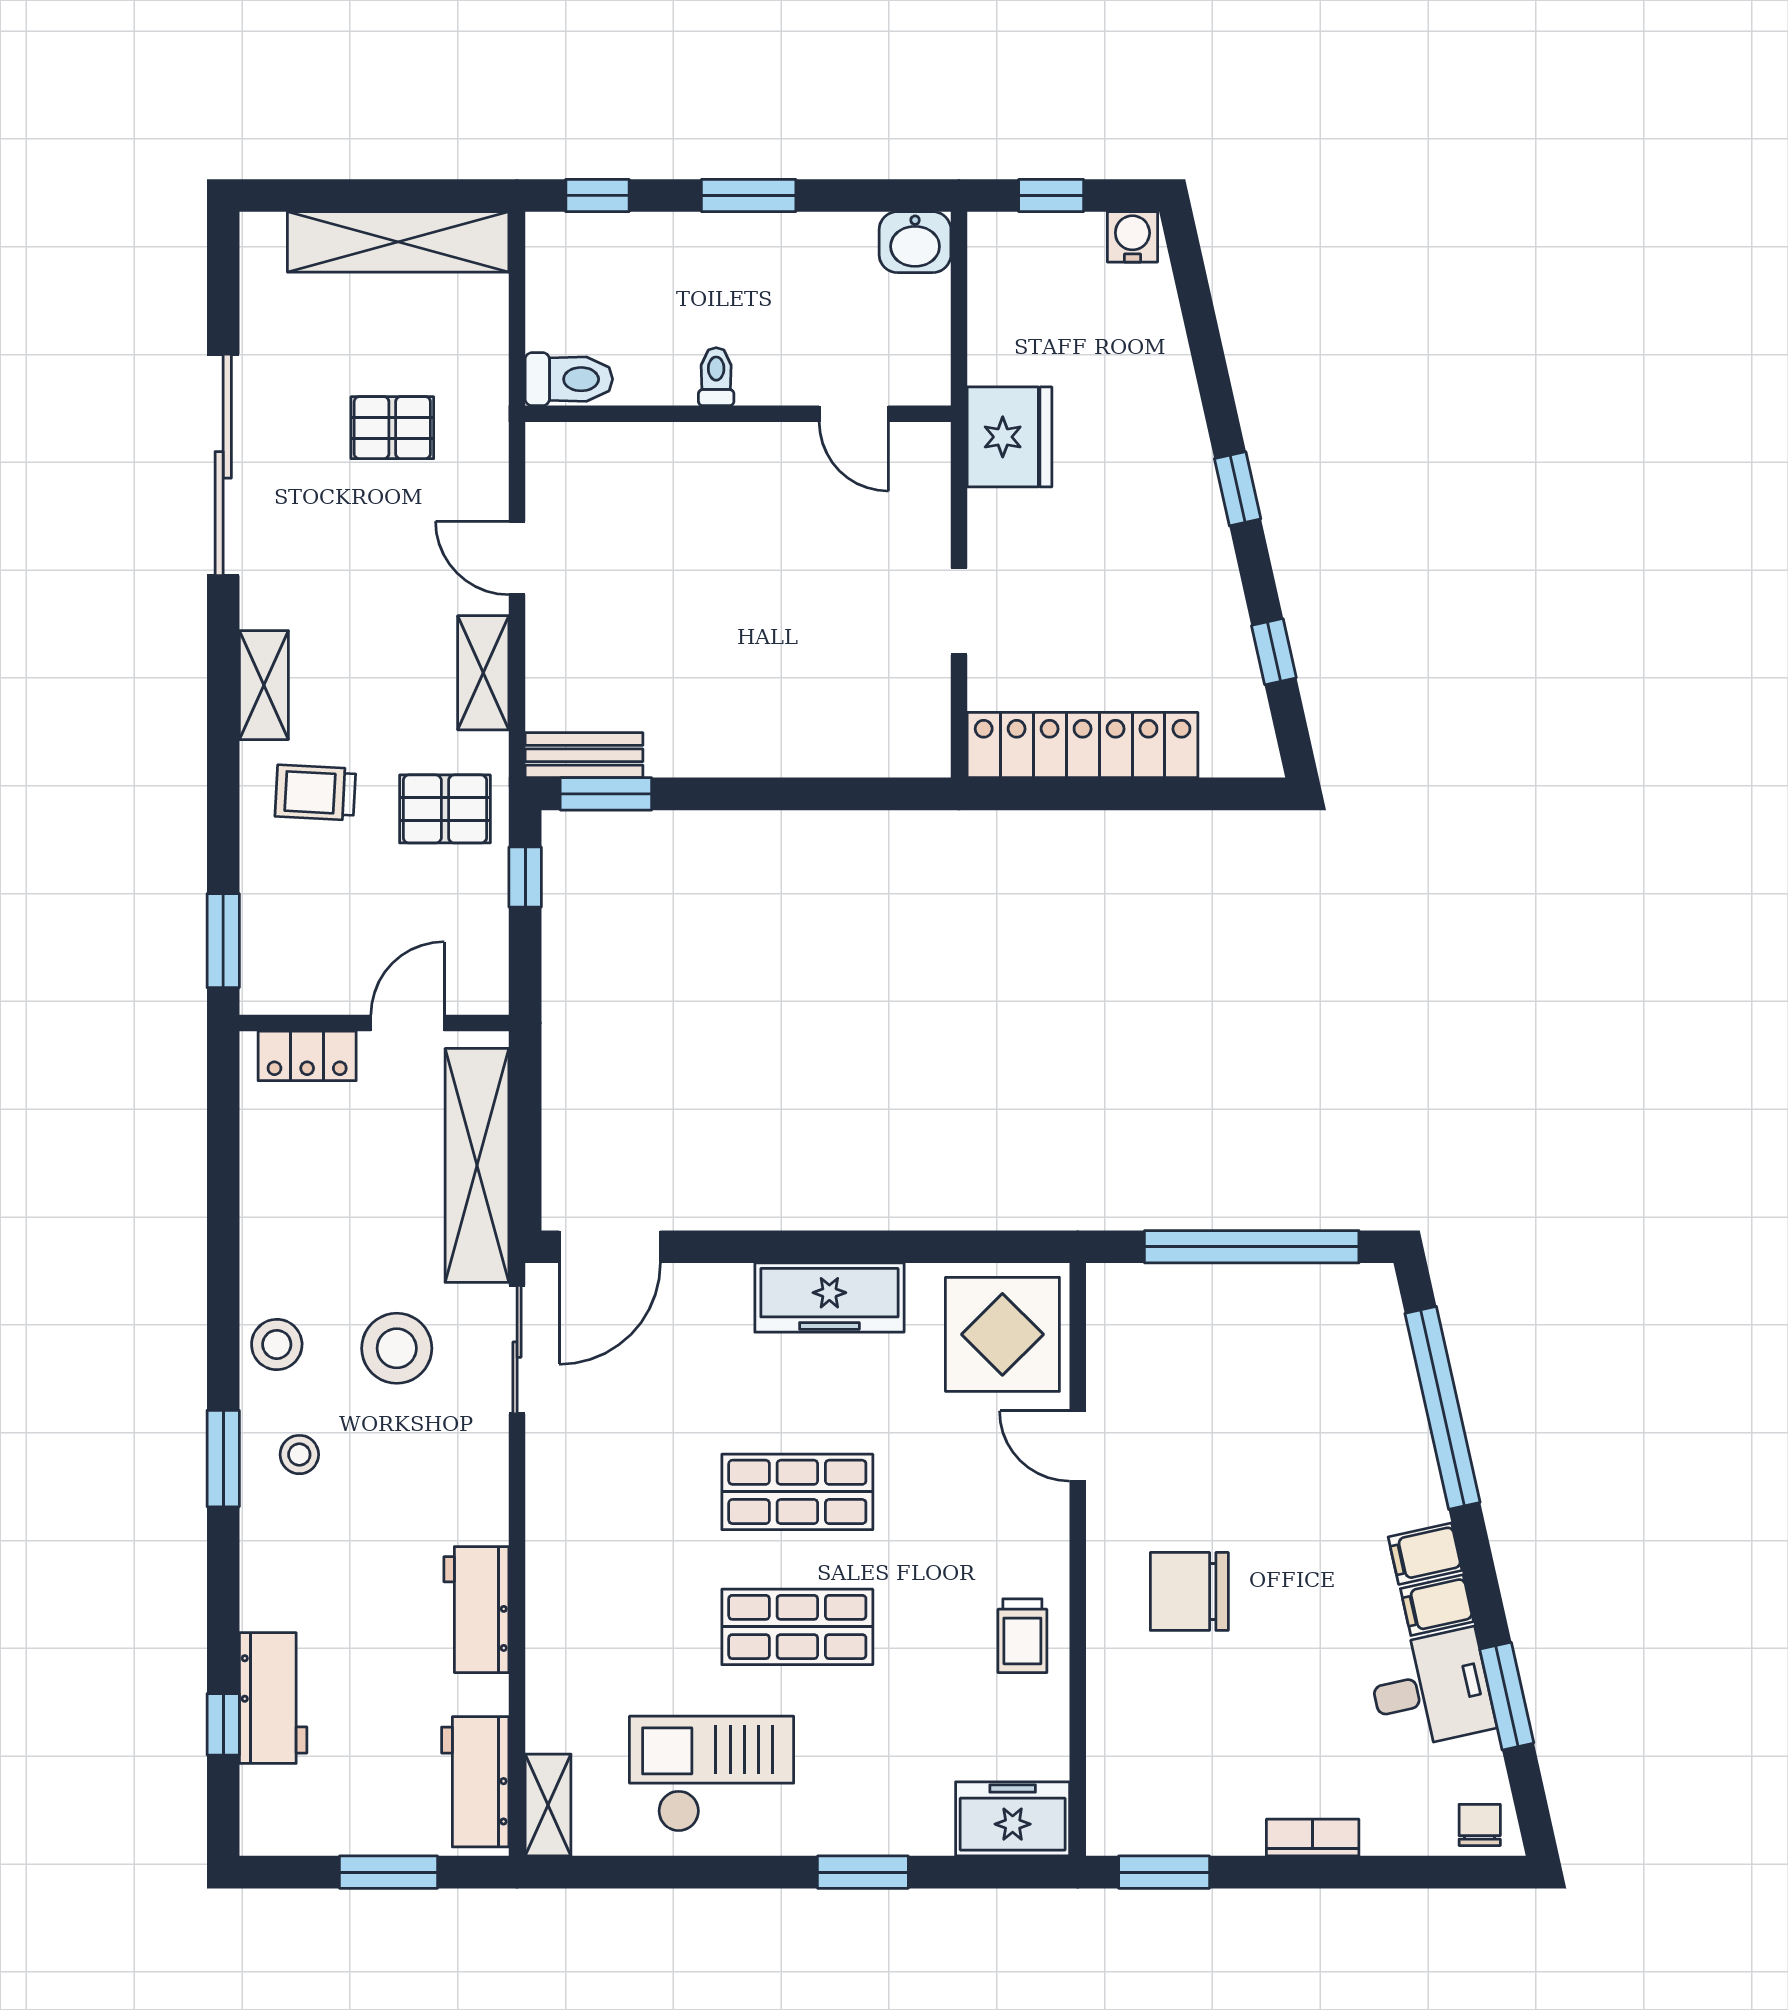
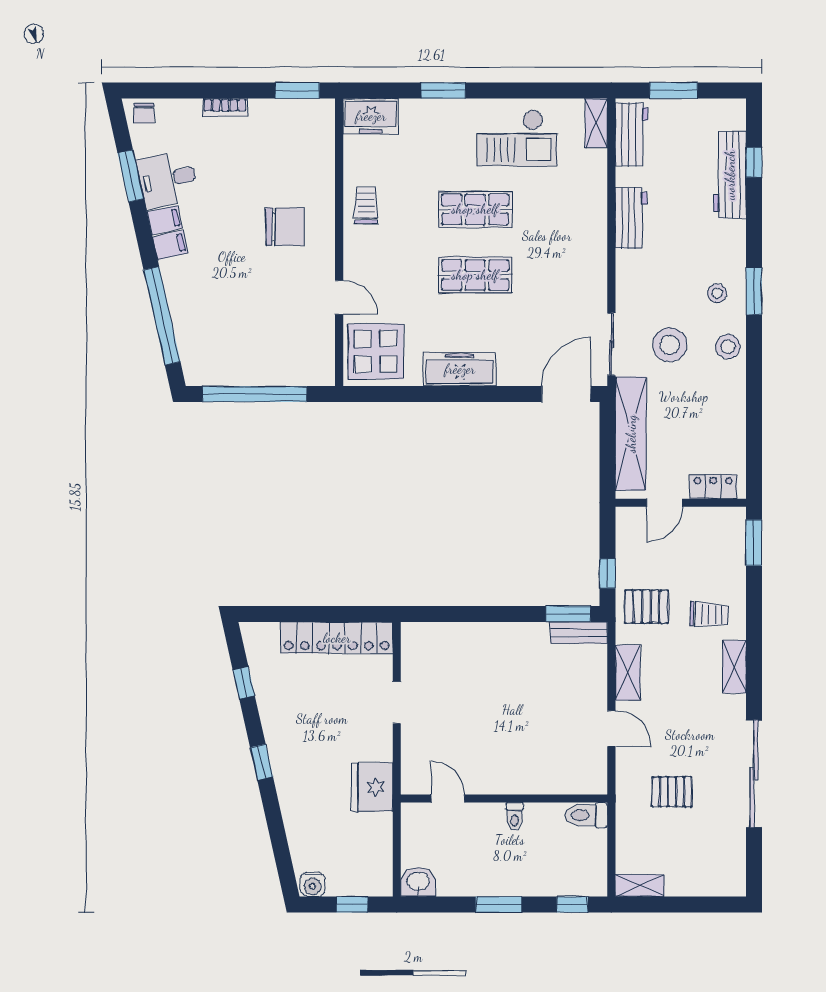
shelving: (398, 242) -> (640, 886), width x0.45, depth x0.75
workbench: (273, 1698) -> (730, 175), width x1.38

